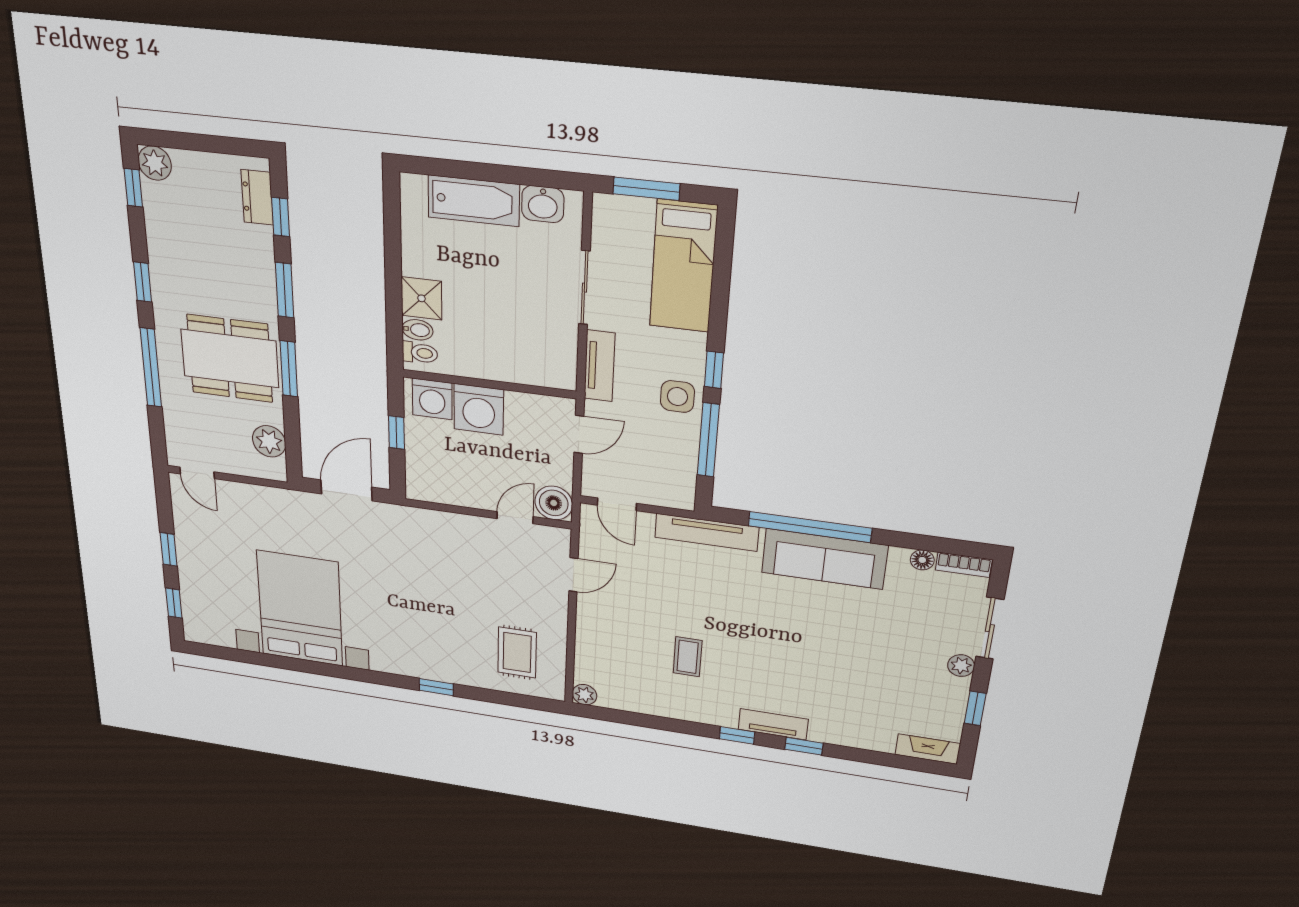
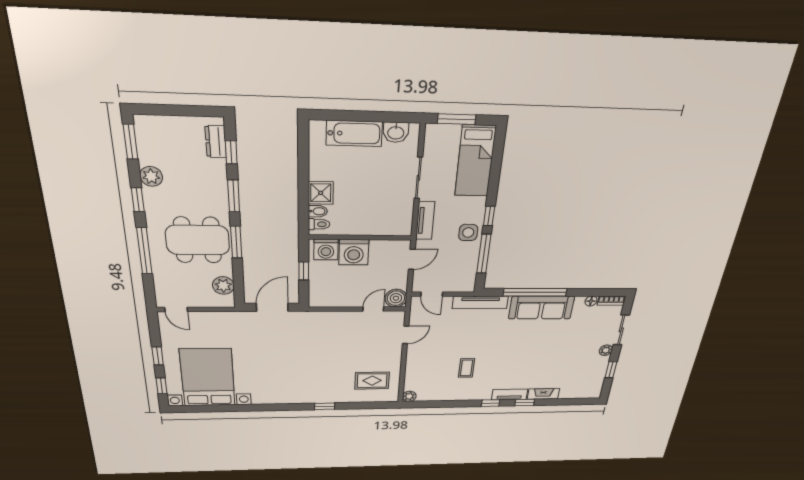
plant: (155, 163) -> (151, 176), moved
window: (133, 188) -> (130, 142), width x1.50
bed with nightstands: (300, 609) -> (208, 377), moved
rug: (517, 652) -> (372, 381), turned 90
fireplace: (928, 749) -> (543, 394), moved

